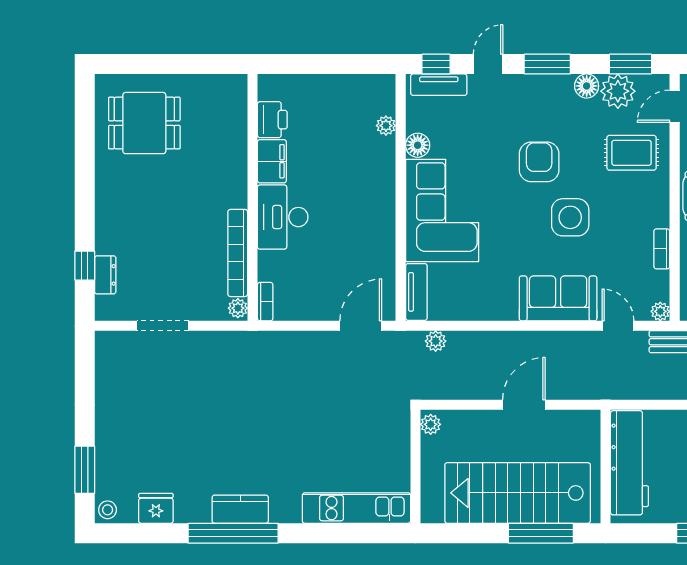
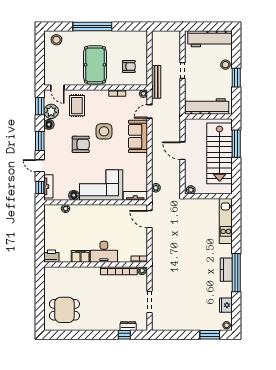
printer: (272, 120) -> (51, 256), moved
dining table: (144, 123) -> (64, 310), turned 90
armchair: (539, 162) -> (81, 144), turned 180

